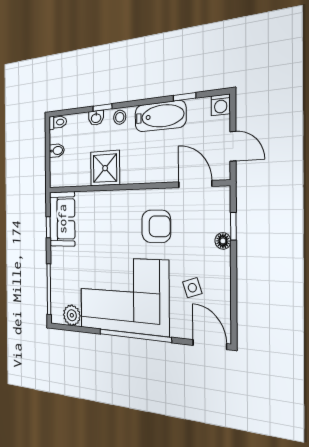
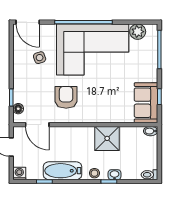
bidet: (57, 151) -> (151, 131), moved
armchair: (156, 226) -> (66, 97), turned 90
floor lamp: (223, 241) -> (18, 109), moved

